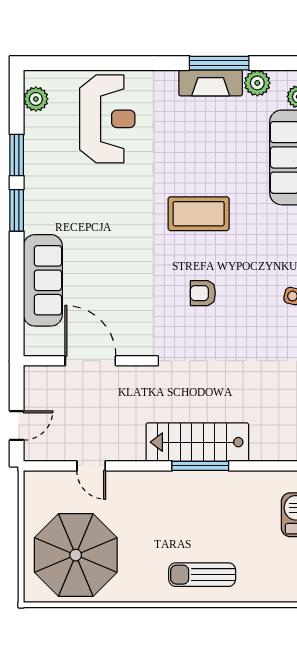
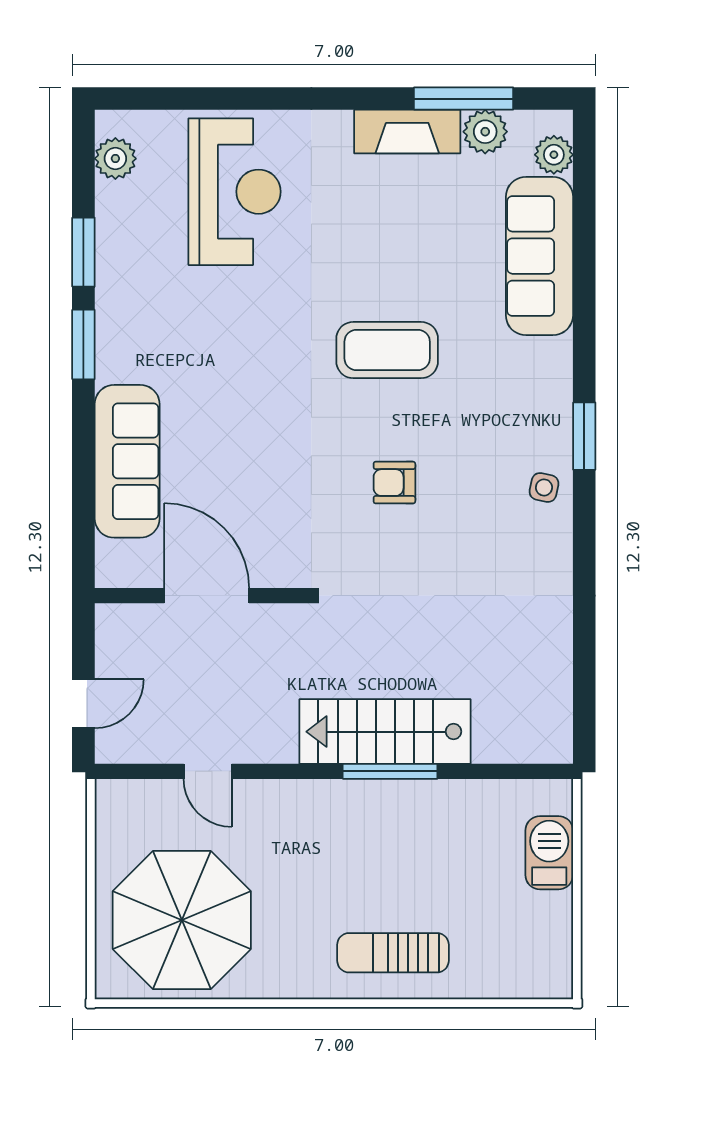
window: (219, 63) -> (464, 99), moved

